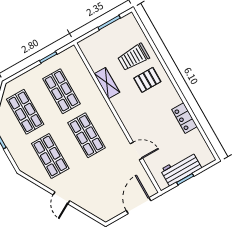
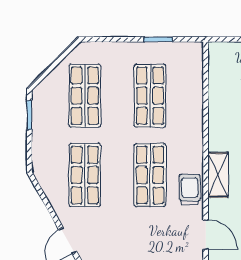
shelving: (107, 83) -> (218, 175), moved
trolley: (113, 131) -> (190, 190), added

